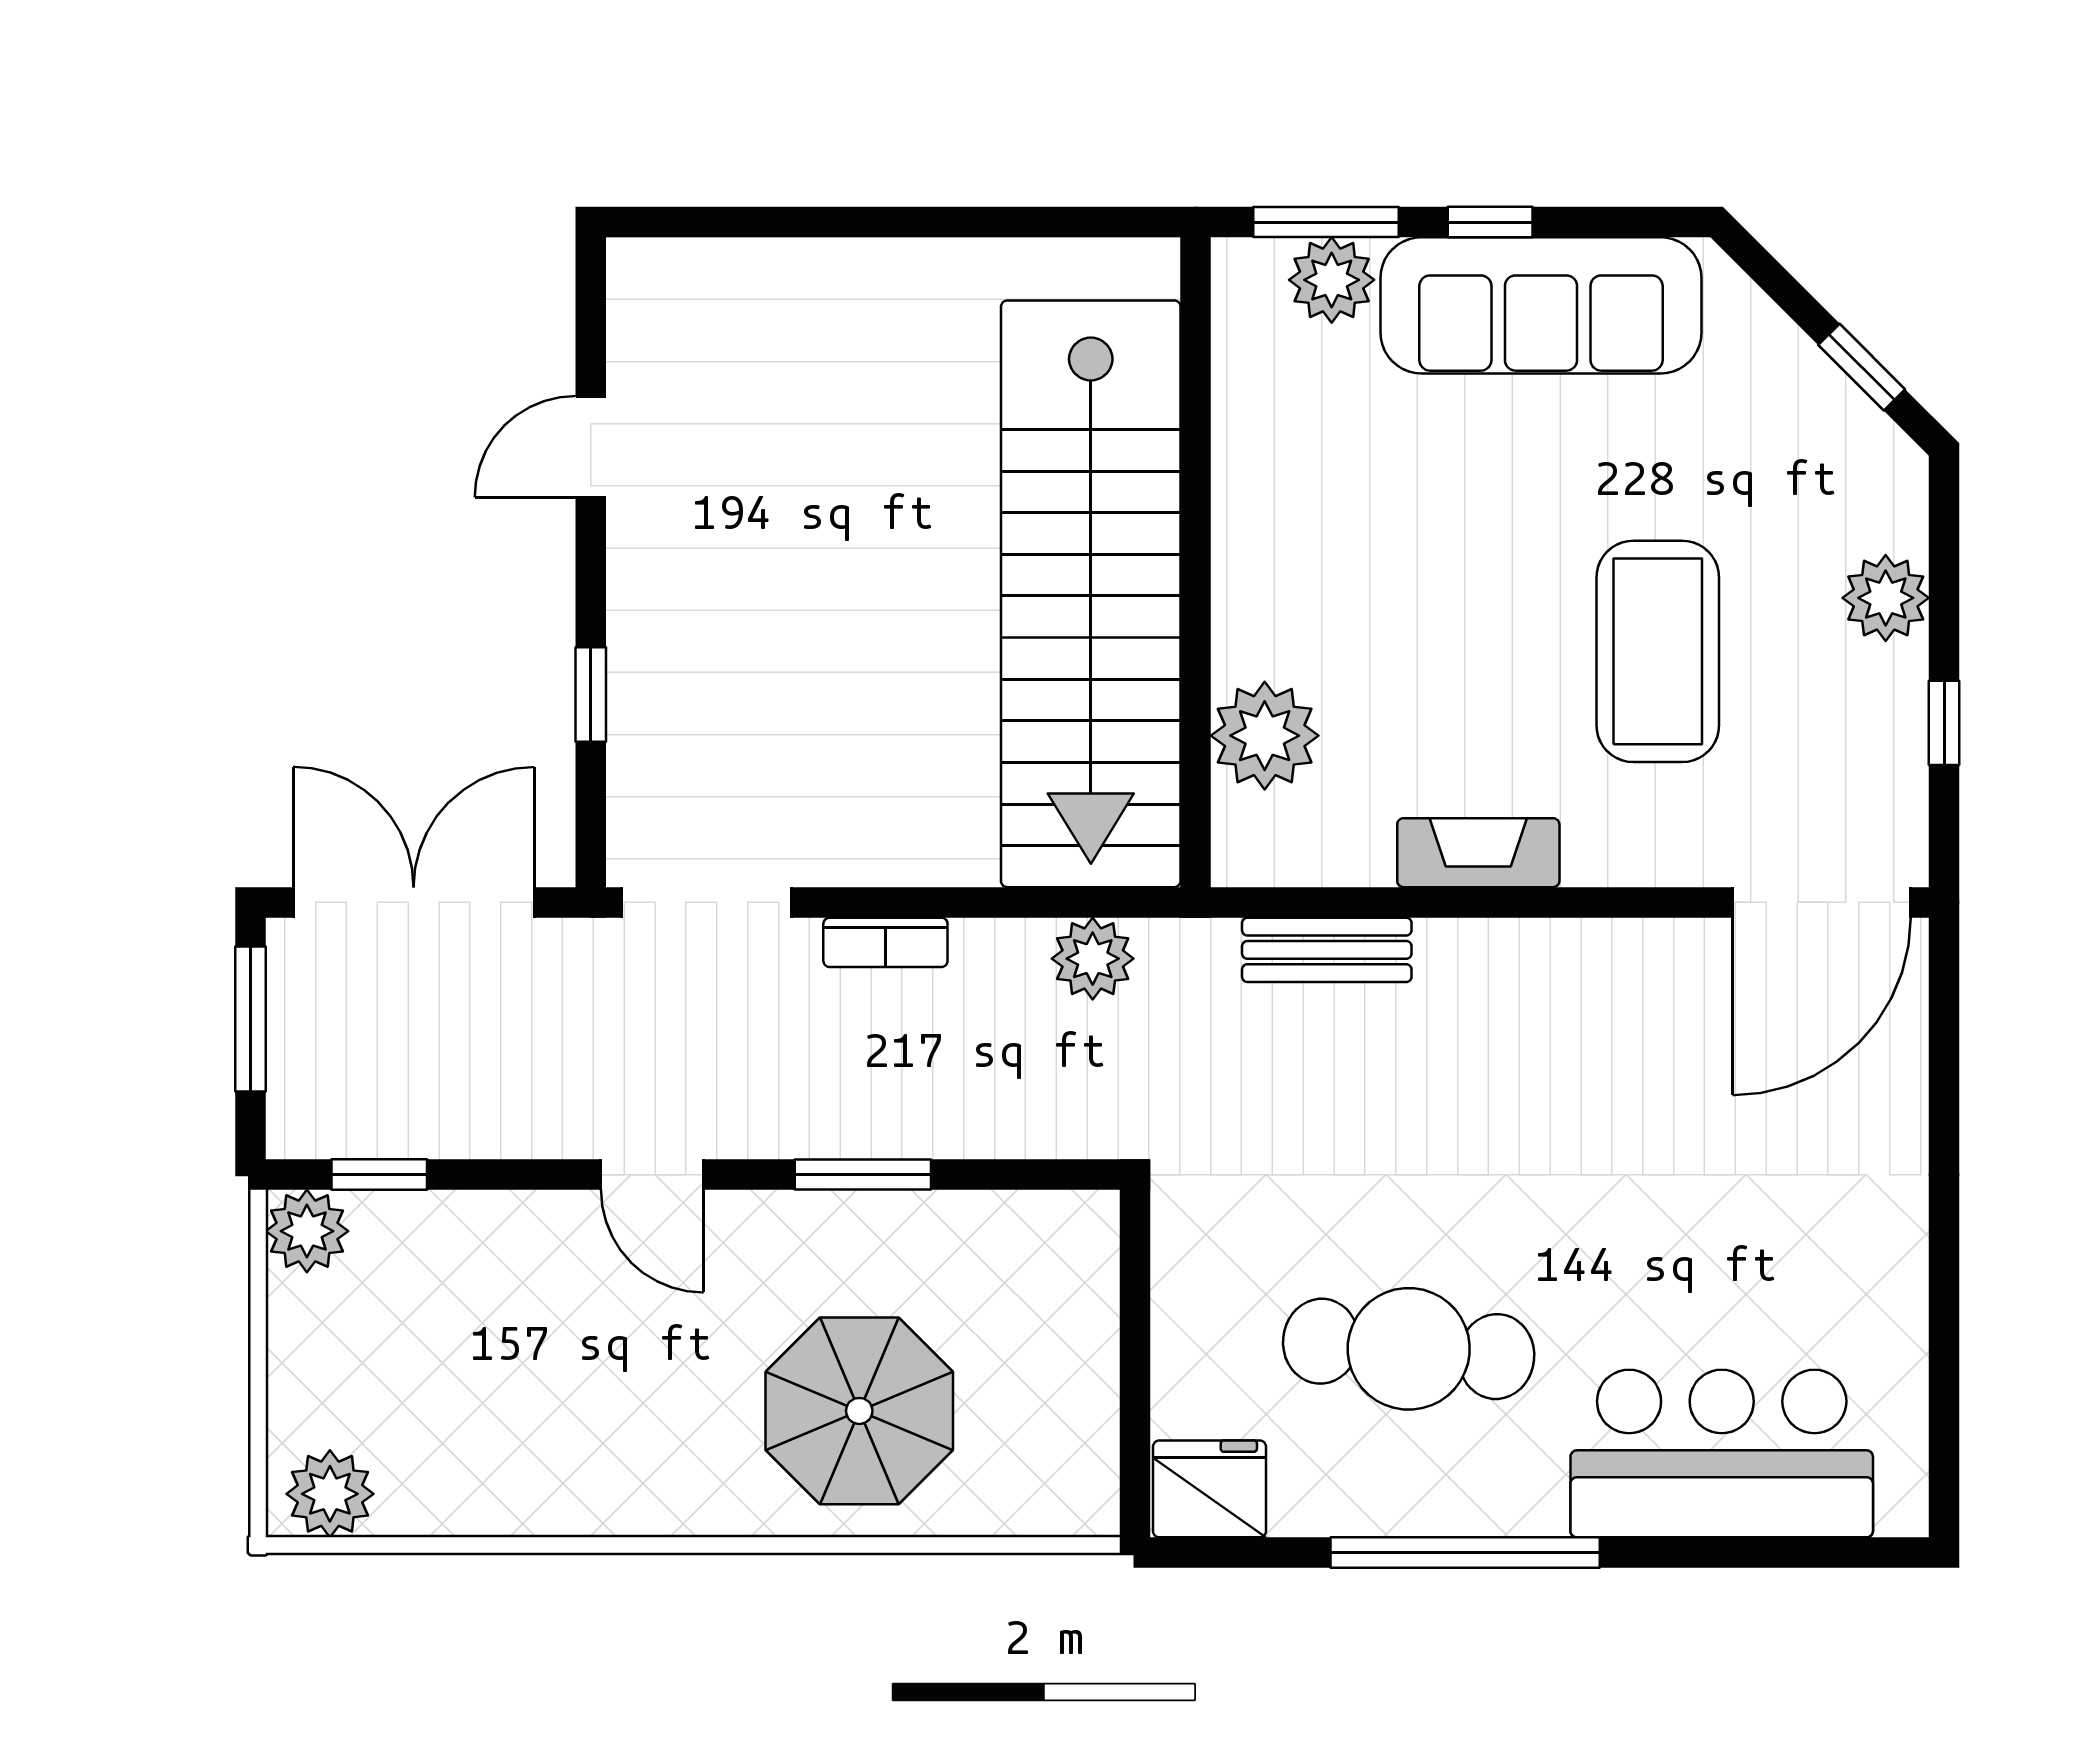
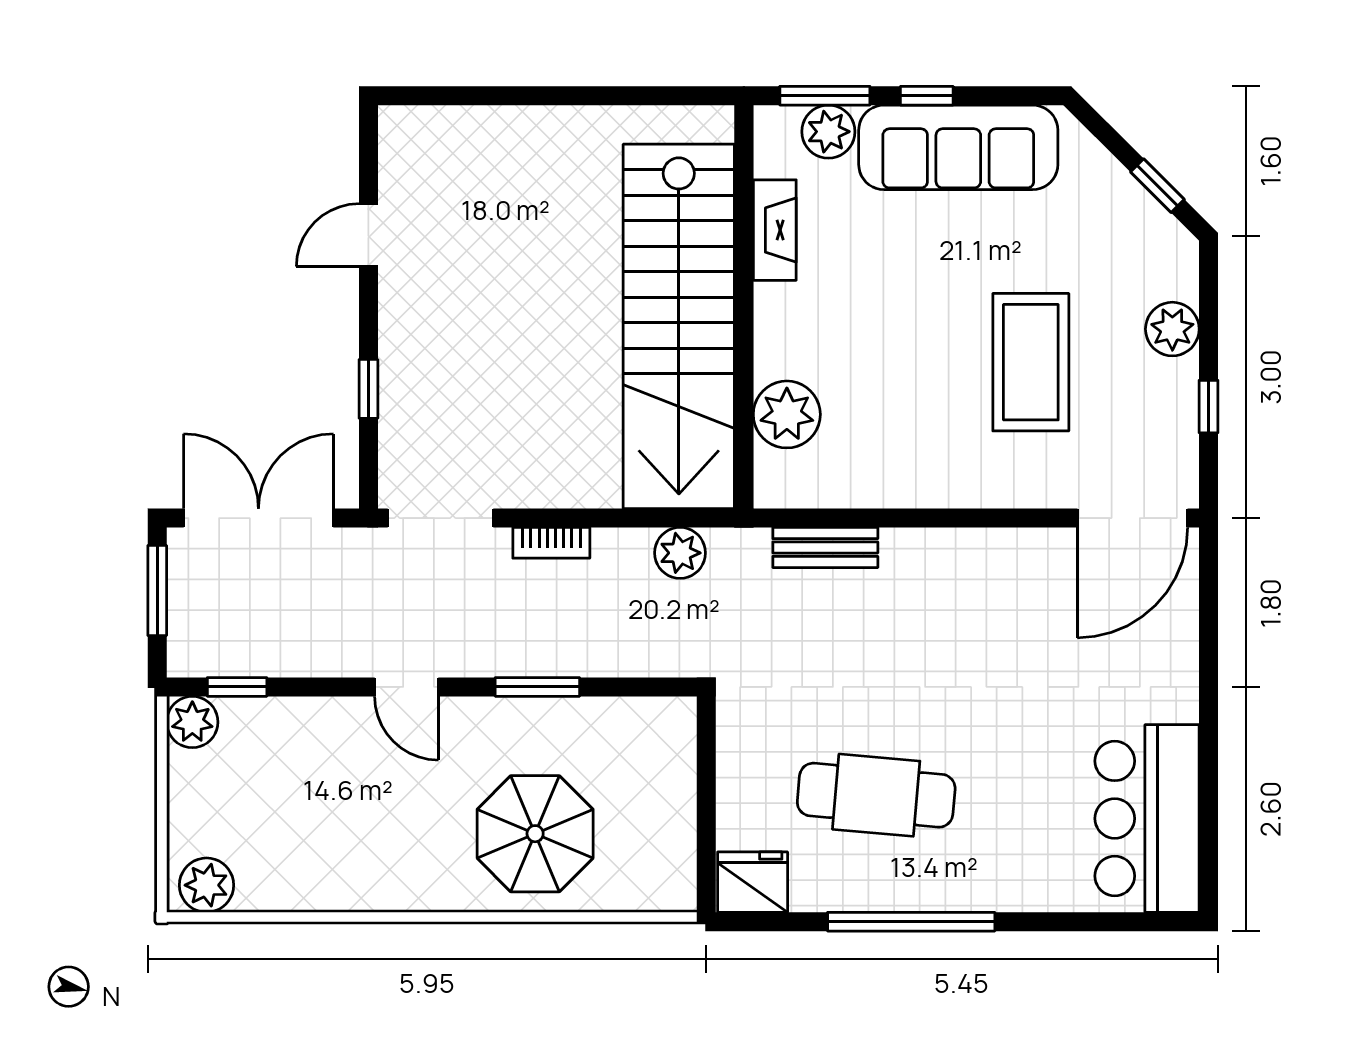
fireplace: (1478, 853) -> (775, 230), moved, turned 90
bar counter: (1722, 1454) -> (1147, 818), moved, turned -90

